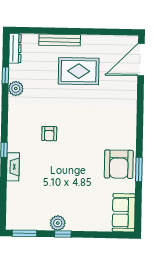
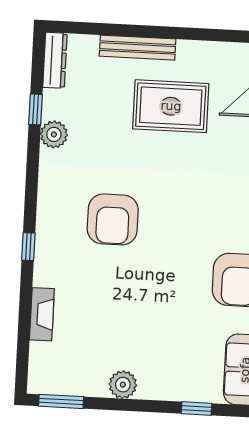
armchair: (49, 134) -> (113, 219), width x1.88, depth x1.88
fireplace: (13, 167) -> (42, 314), moved
window: (63, 234) -> (197, 409), moved

